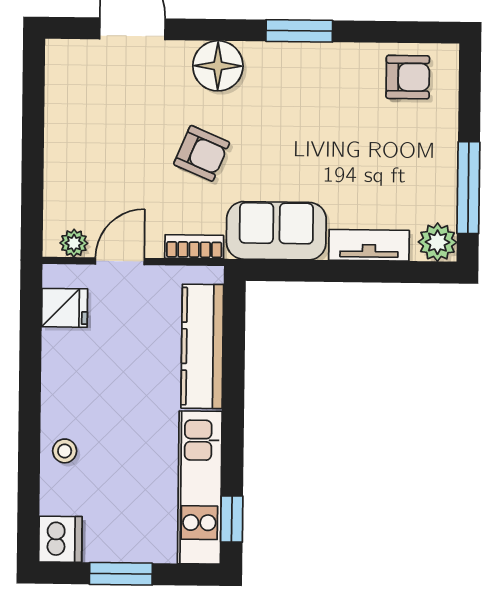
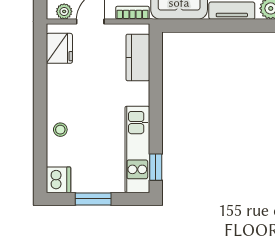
fridge: (65, 308) -> (59, 48), width x1.38
kitchen counter: (202, 346) -> (138, 57), width x0.67

